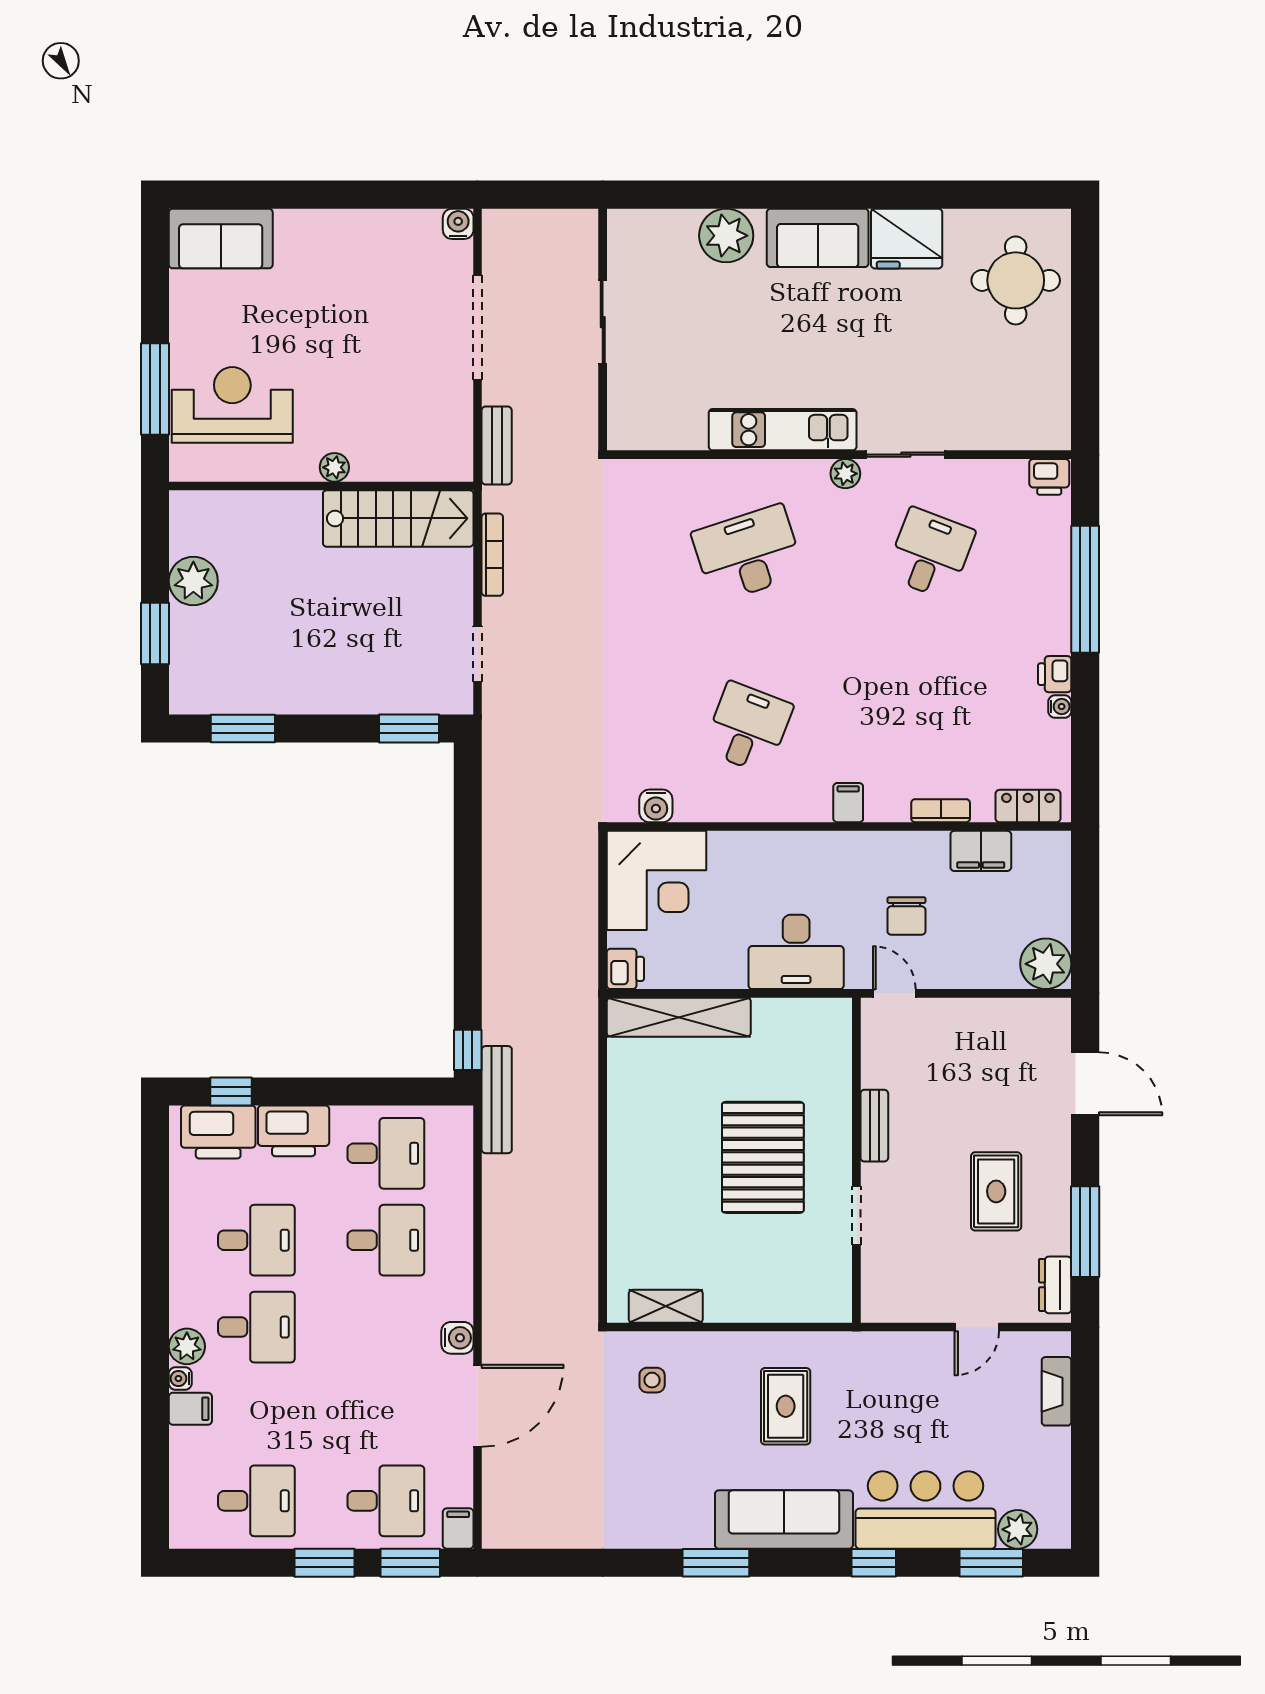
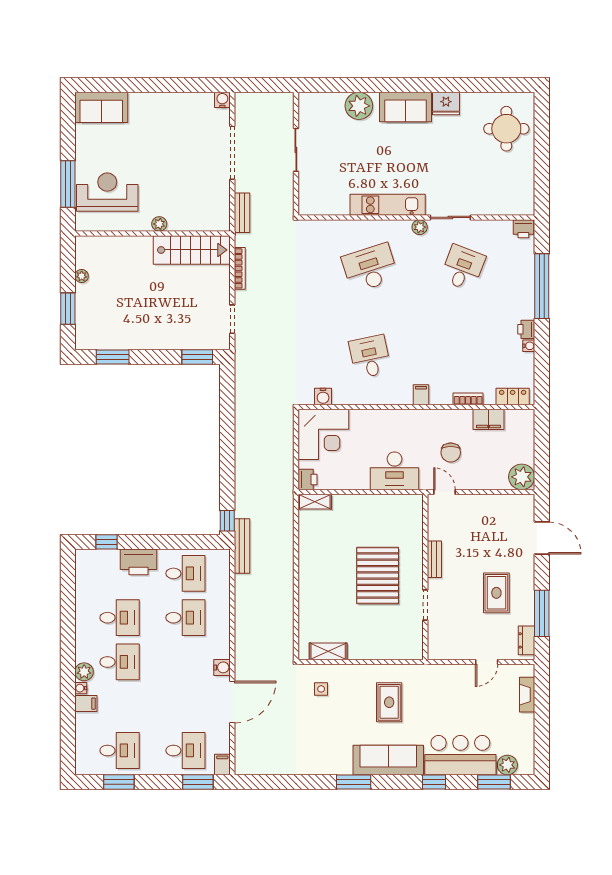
fridge: (907, 239) -> (446, 104), width x0.73, depth x0.75
plant: (193, 581) -> (82, 276), width x0.53, depth x0.53
desk: (748, 728) -> (370, 357), turned -33
shelving: (679, 1017) -> (315, 502), width x0.45, depth x0.75
printer: (218, 1132) -> (100, 563), removed
window: (324, 1563) -> (119, 782), moved

